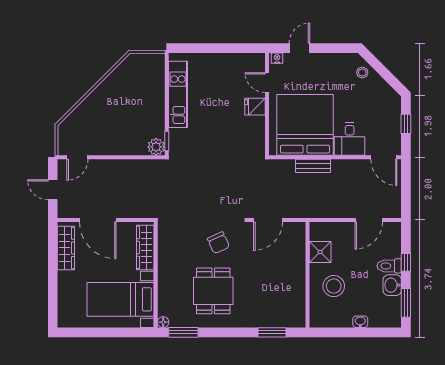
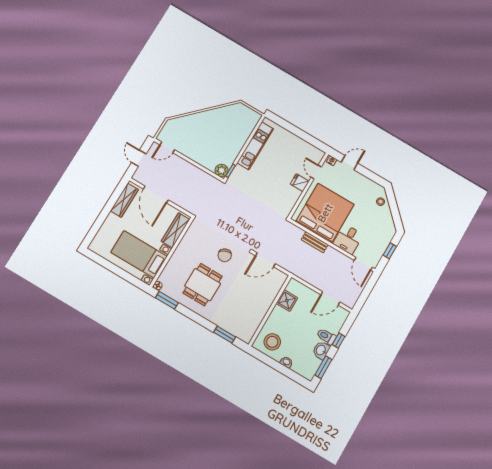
stool: (334, 286) -> (272, 342), moved

